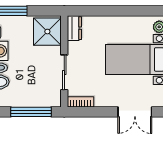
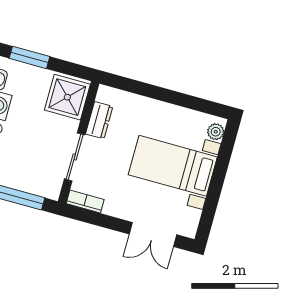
dresser: (74, 28) -> (99, 120), moved

